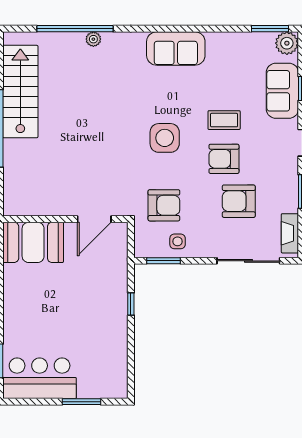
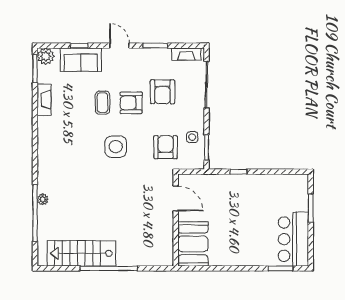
fireplace: (228, 41) -> (44, 100), added
sofa: (176, 49) -> (50, 138), removed
armchair: (224, 159) -> (131, 103), turned 90

